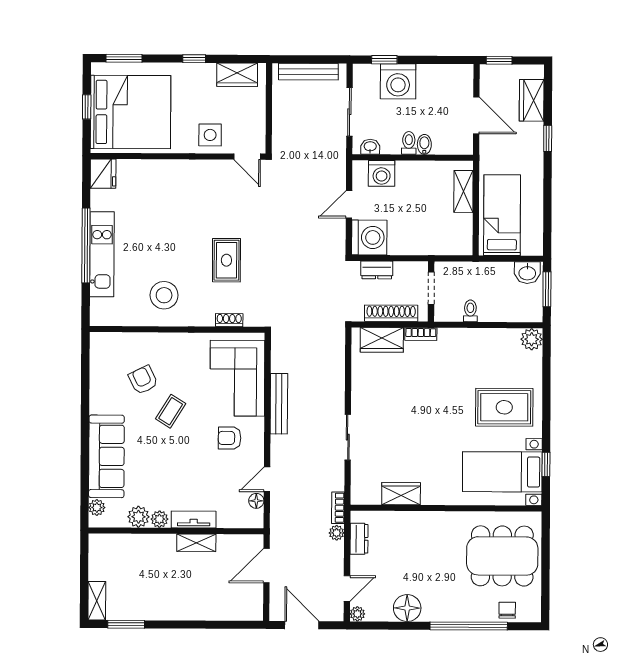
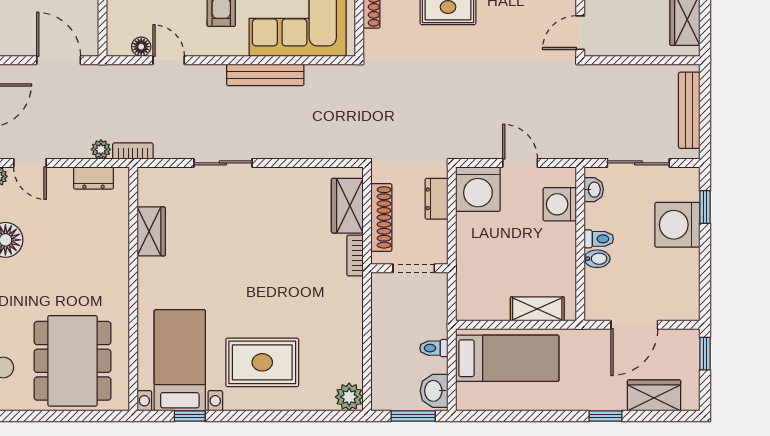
toilet: (470, 311) -> (434, 348), moved, turned 180
rug: (504, 407) -> (262, 362), turned 90

